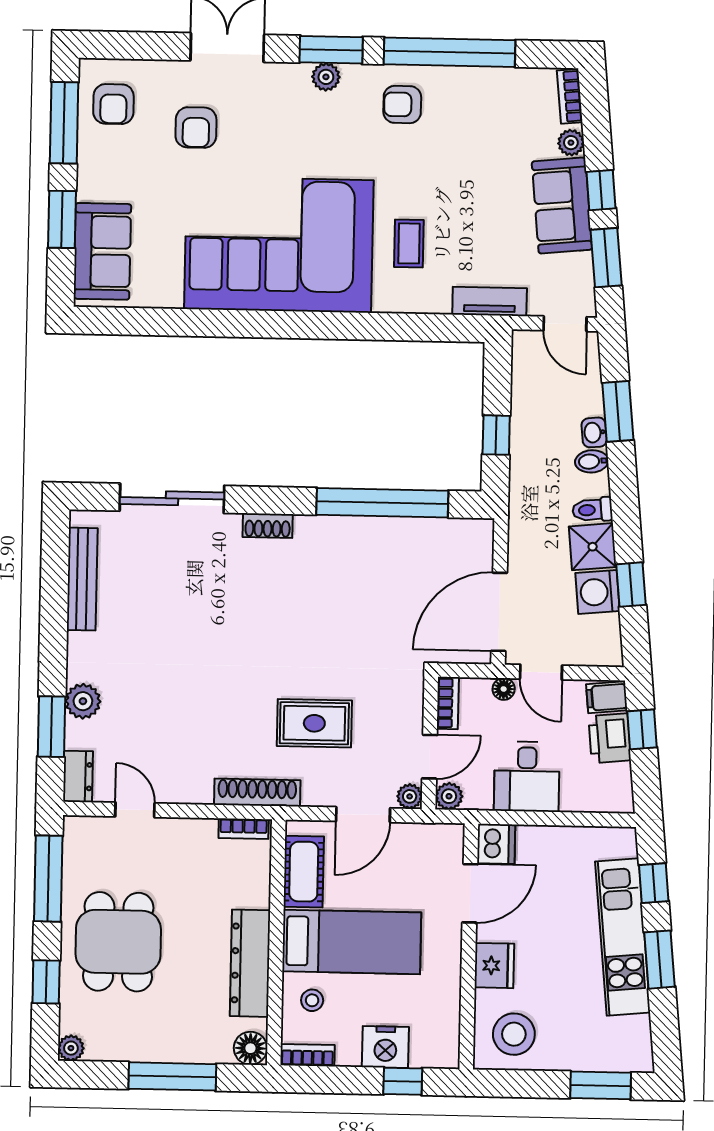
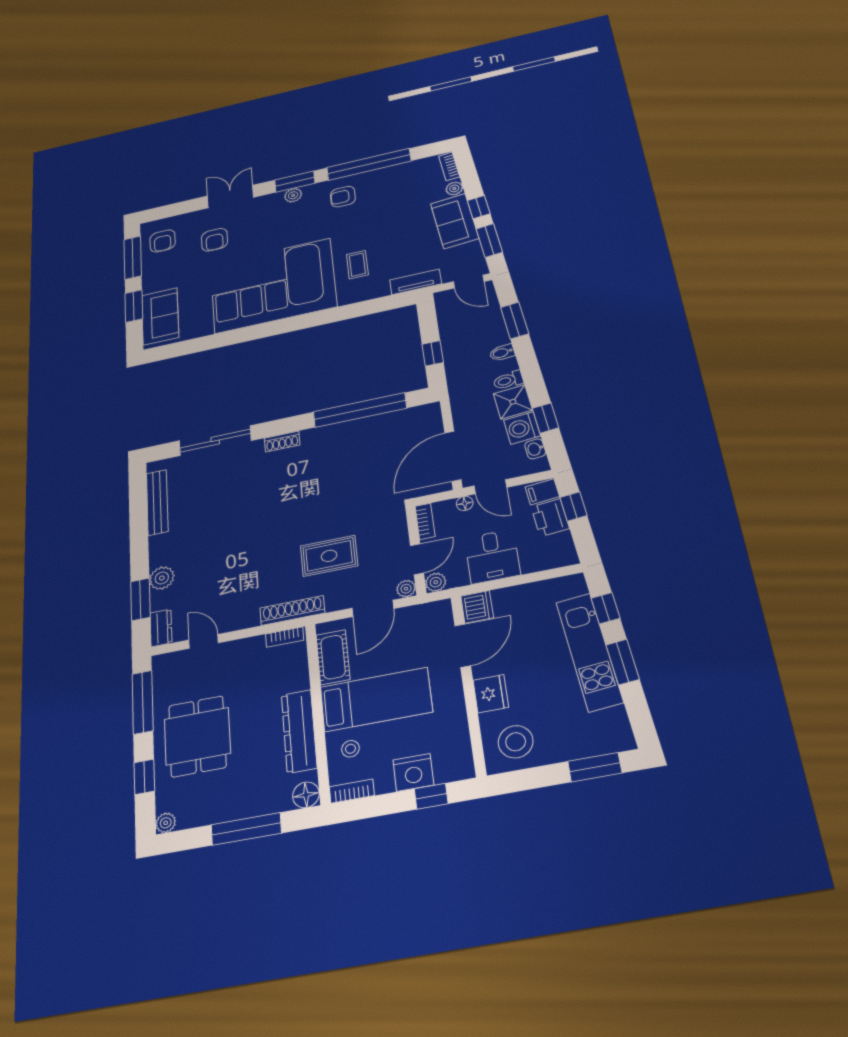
washbasin: (594, 432) -> (535, 449), moved

